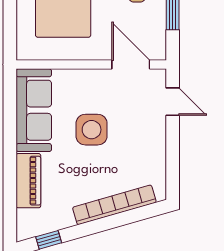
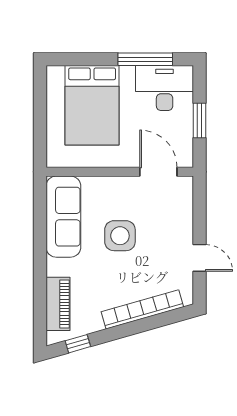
door: (173, 102) -> (199, 258), moved
piano: (28, 181) -> (58, 304), moved

